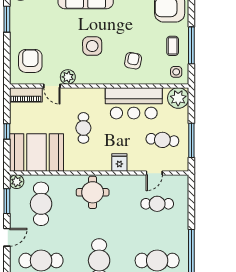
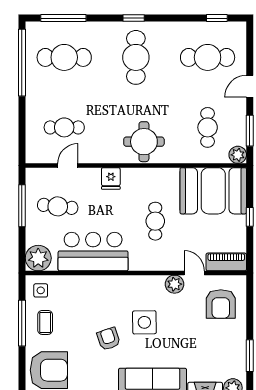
armchair: (133, 61) -> (109, 339), moved, turned 150
cafe table: (41, 204) -> (208, 127), width x0.73, depth x0.74

